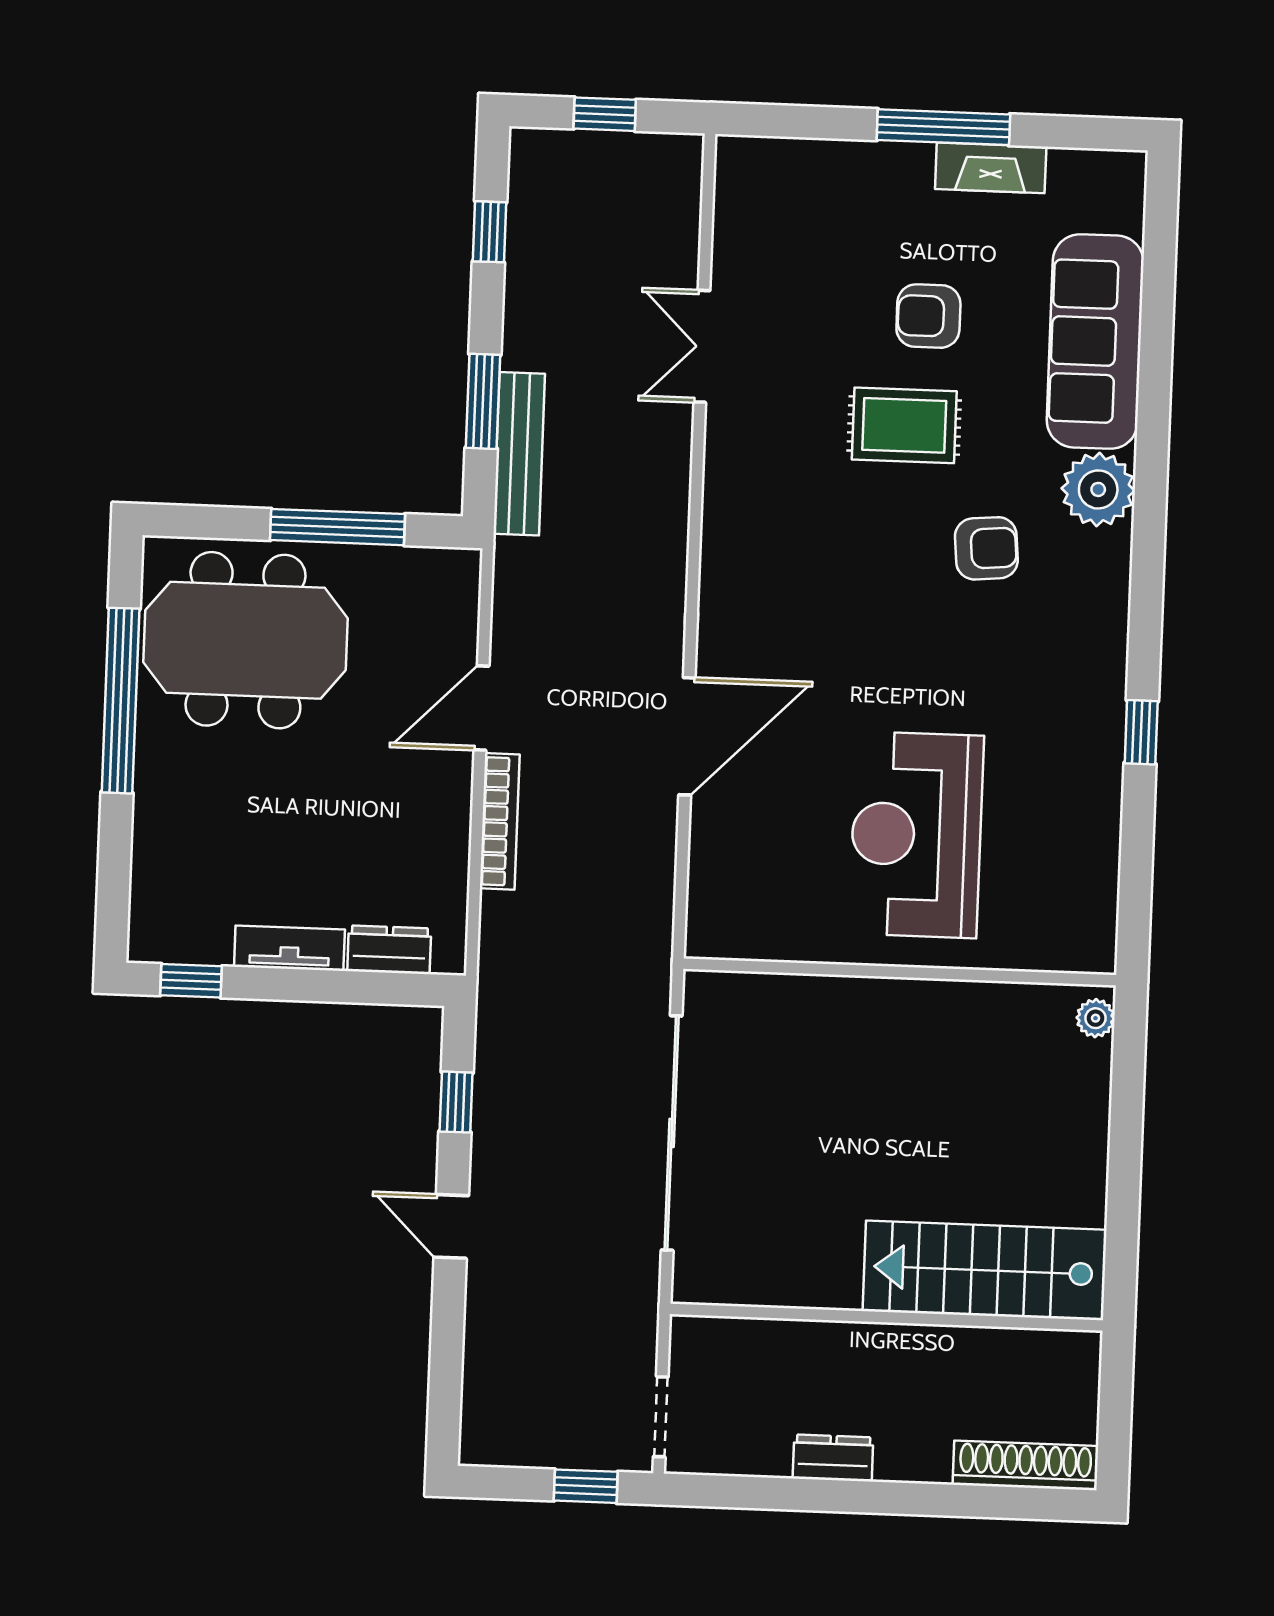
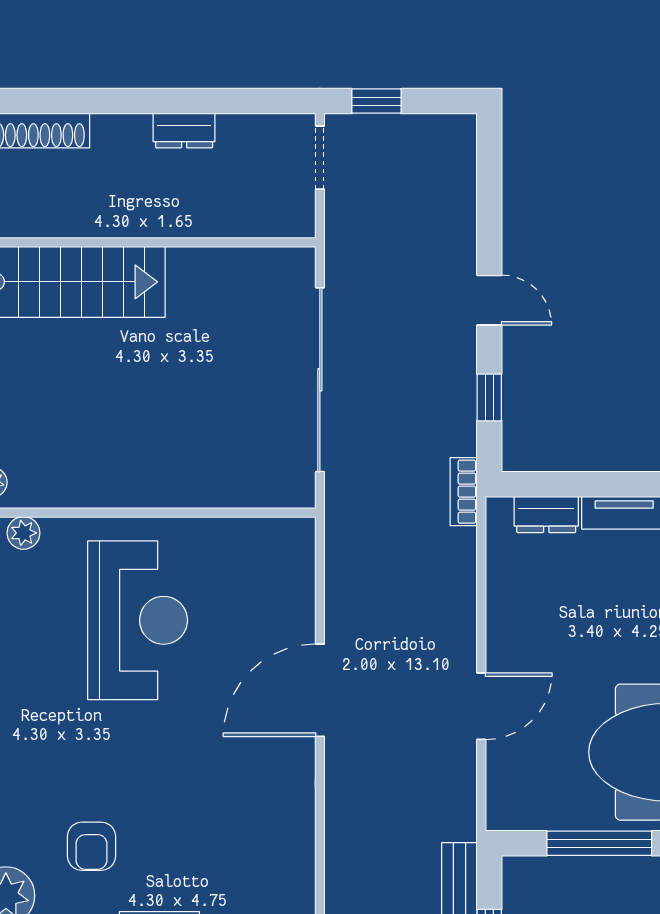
armchair: (986, 548) -> (92, 846), turned -85
bookcase: (500, 821) -> (464, 492), moved, width x0.64
plant: (1058, 952) -> (23, 533), added

